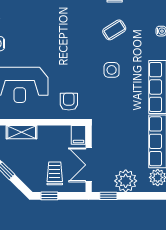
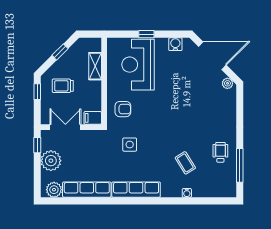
coffee table: (114, 30) -> (185, 163), moved
side table: (112, 70) -> (130, 145), moved
trolley: (55, 173) -> (63, 86), moved, turned 180

